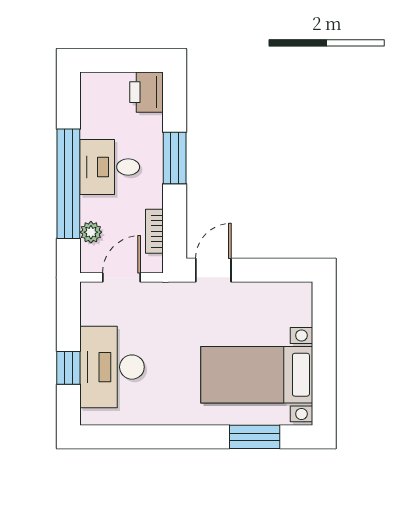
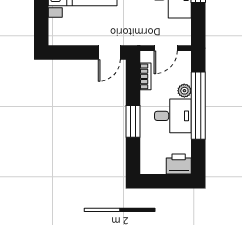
printer: (146, 92) -> (179, 164), moved, turned -90
plant: (91, 232) -> (184, 91), moved

